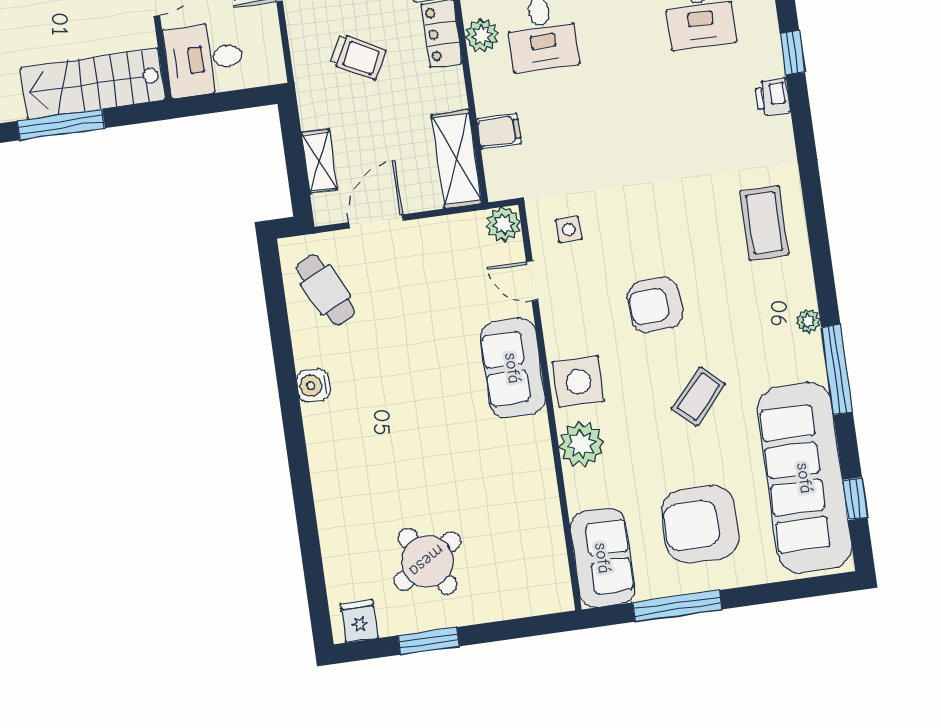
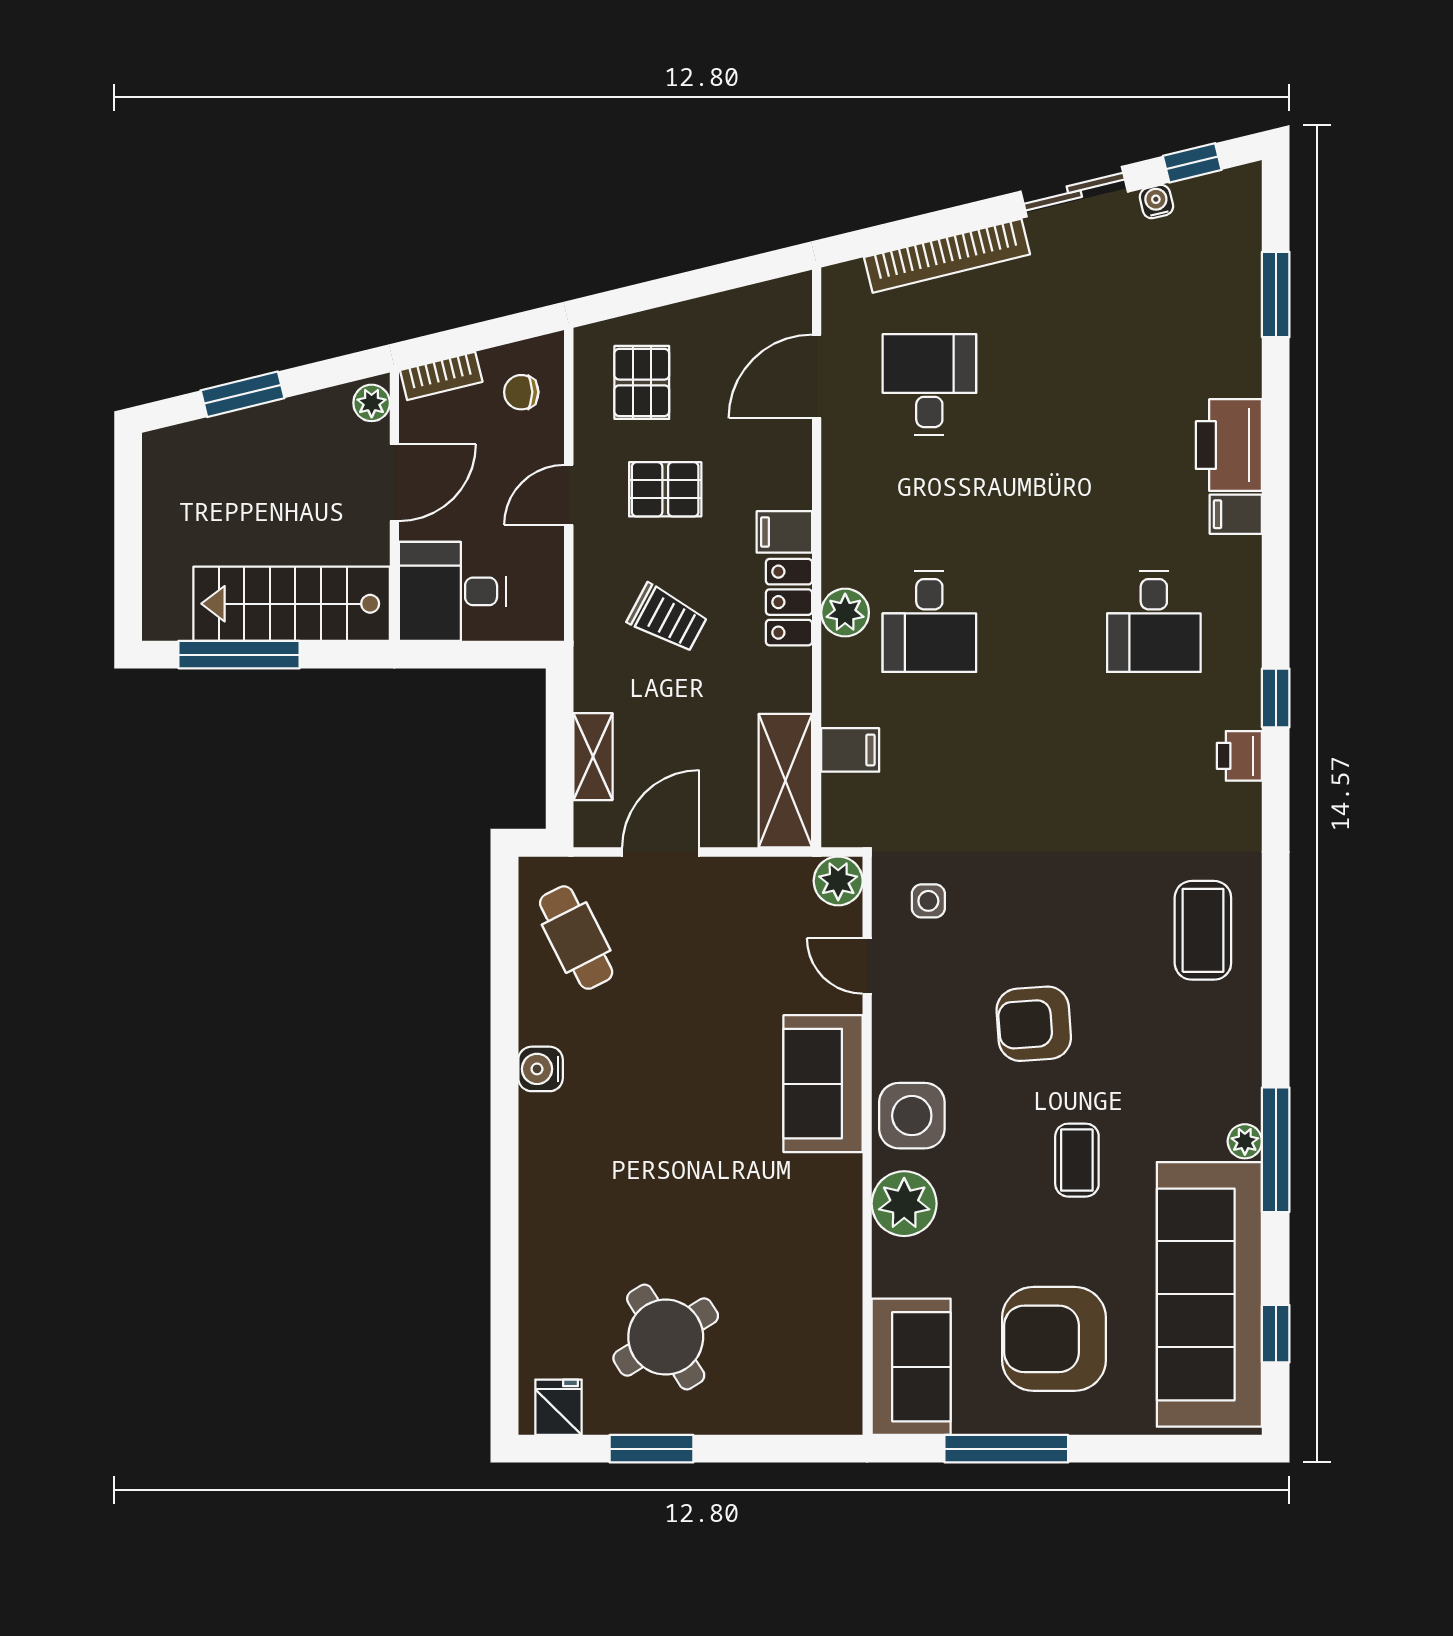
plant: (808, 321) -> (1245, 1141), moved
coffee table: (698, 397) -> (1077, 1160), turned -43

